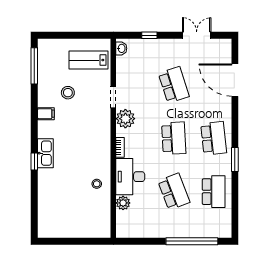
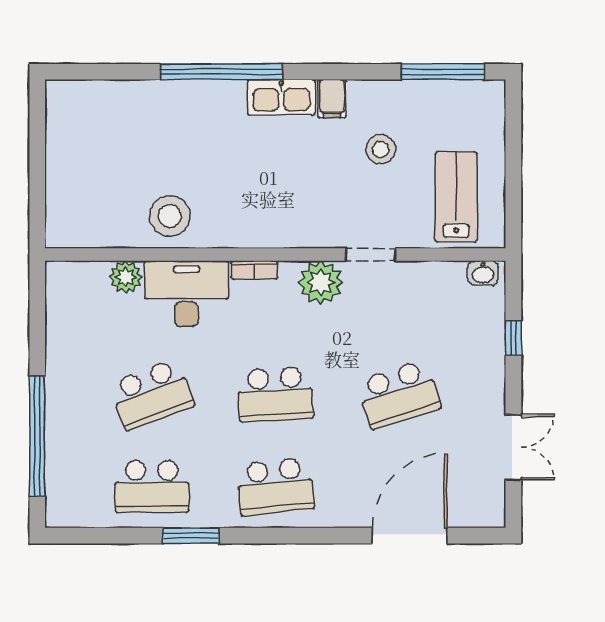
kitchen sink: (45, 153) -> (281, 97), moved
window: (235, 160) -> (191, 536), moved
window: (34, 162) -> (221, 72), width x3.17
stool: (97, 184) -> (170, 216), width x1.89, depth x1.89

